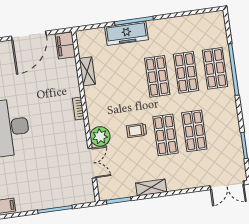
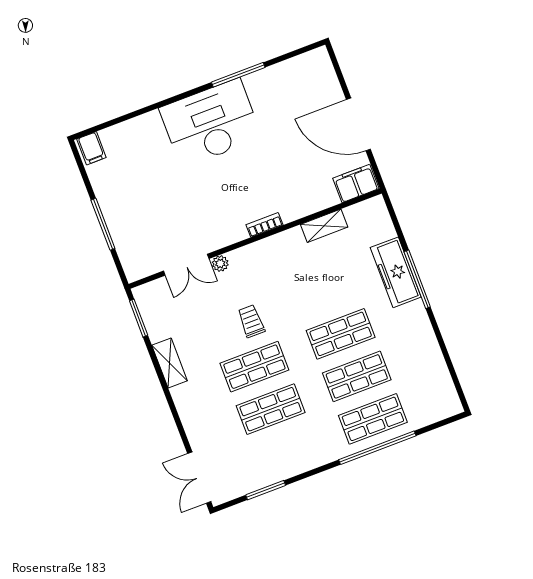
plant: (100, 136) -> (220, 264), width x0.53, depth x0.53

